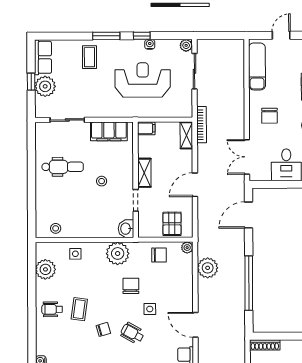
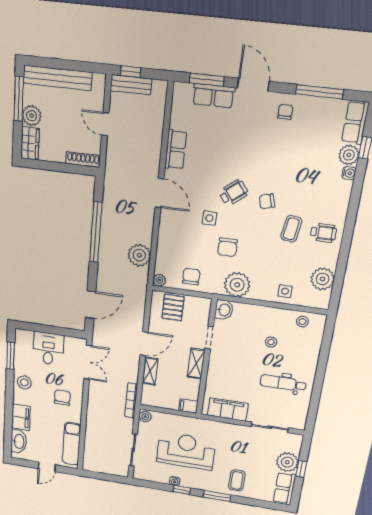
plant: (186, 45) -> (145, 417), moved
reception desk: (143, 80) -> (186, 451), turned 180
shelving: (186, 135) -> (150, 371), moved
stool: (102, 181) -> (271, 342), moved
chair: (159, 255) -> (191, 277), turned 90
wheelchair: (132, 333) -> (233, 193), turned -67

